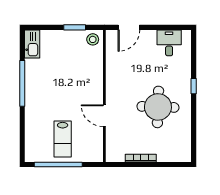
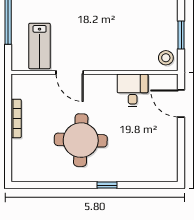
desk: (169, 43) -> (133, 90), moved, turned -90
door: (104, 116) -> (70, 72), swing flipped
lab bench: (63, 139) -> (40, 46), moved, turned -90

